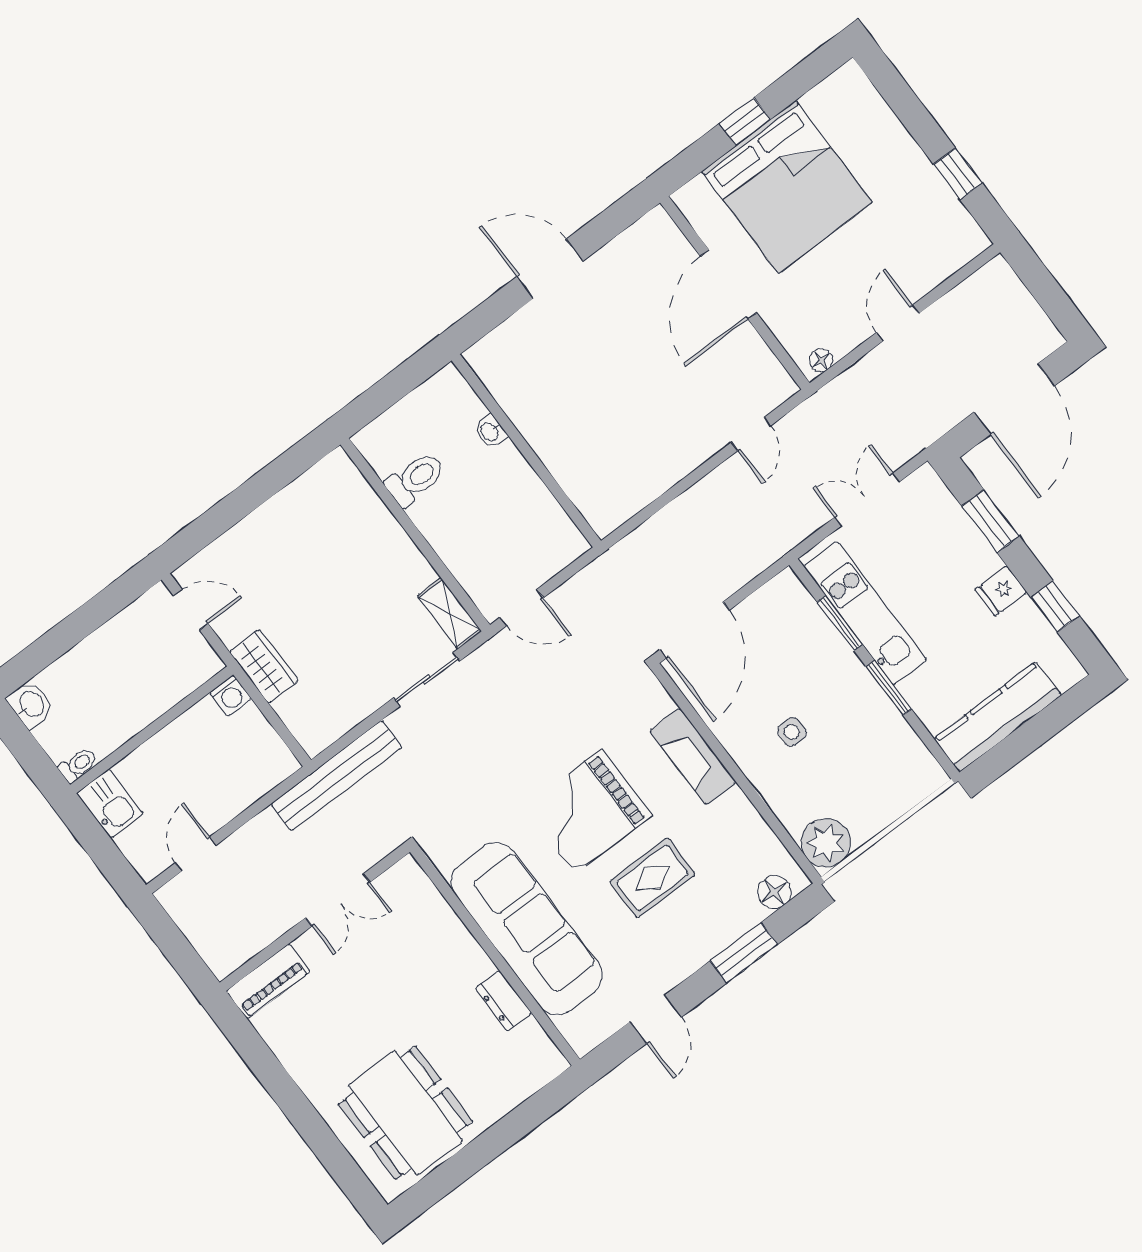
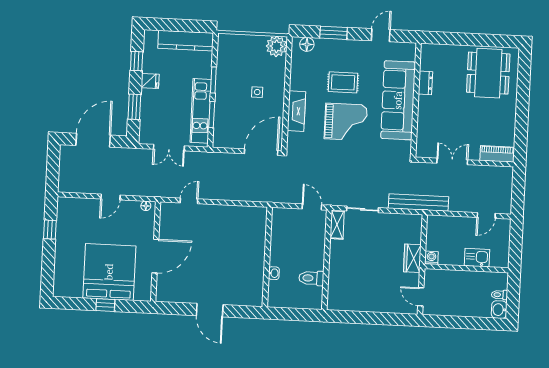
toilet: (78, 765) -> (499, 295), moved
kitchen sink: (110, 804) -> (477, 258), moved, turned 90

